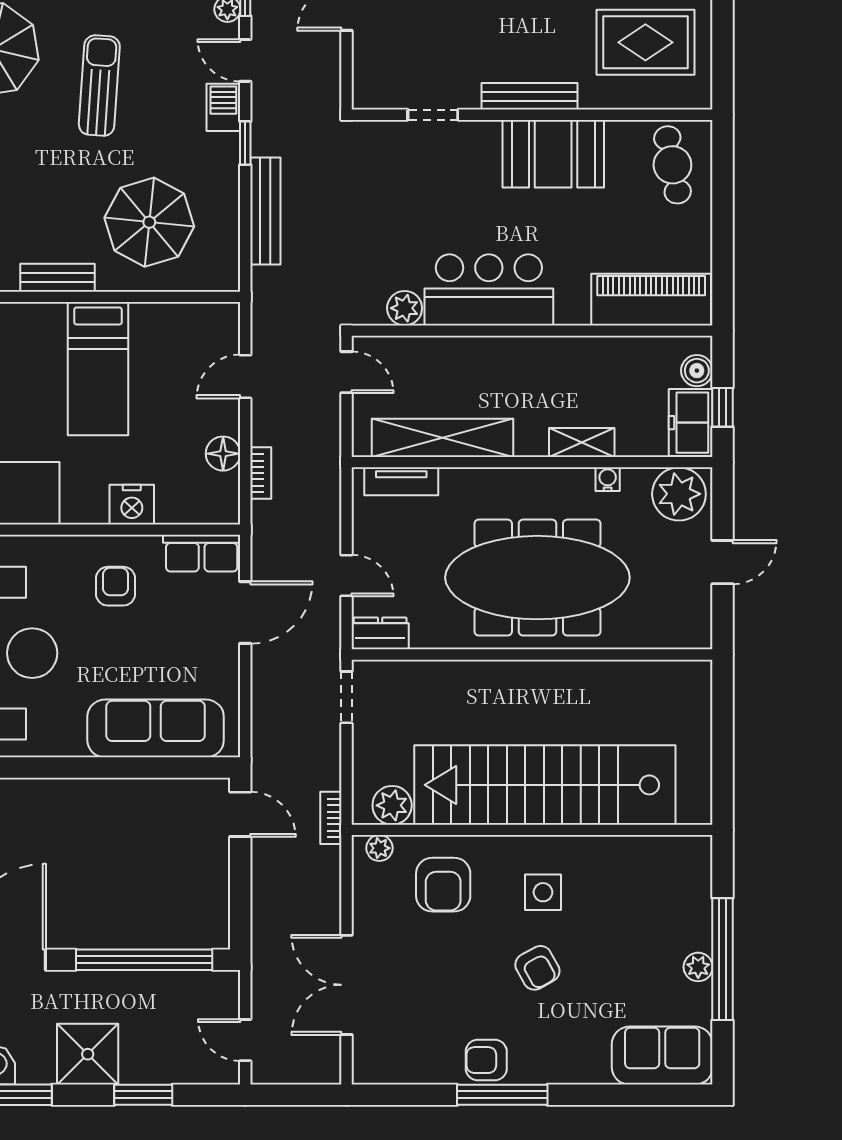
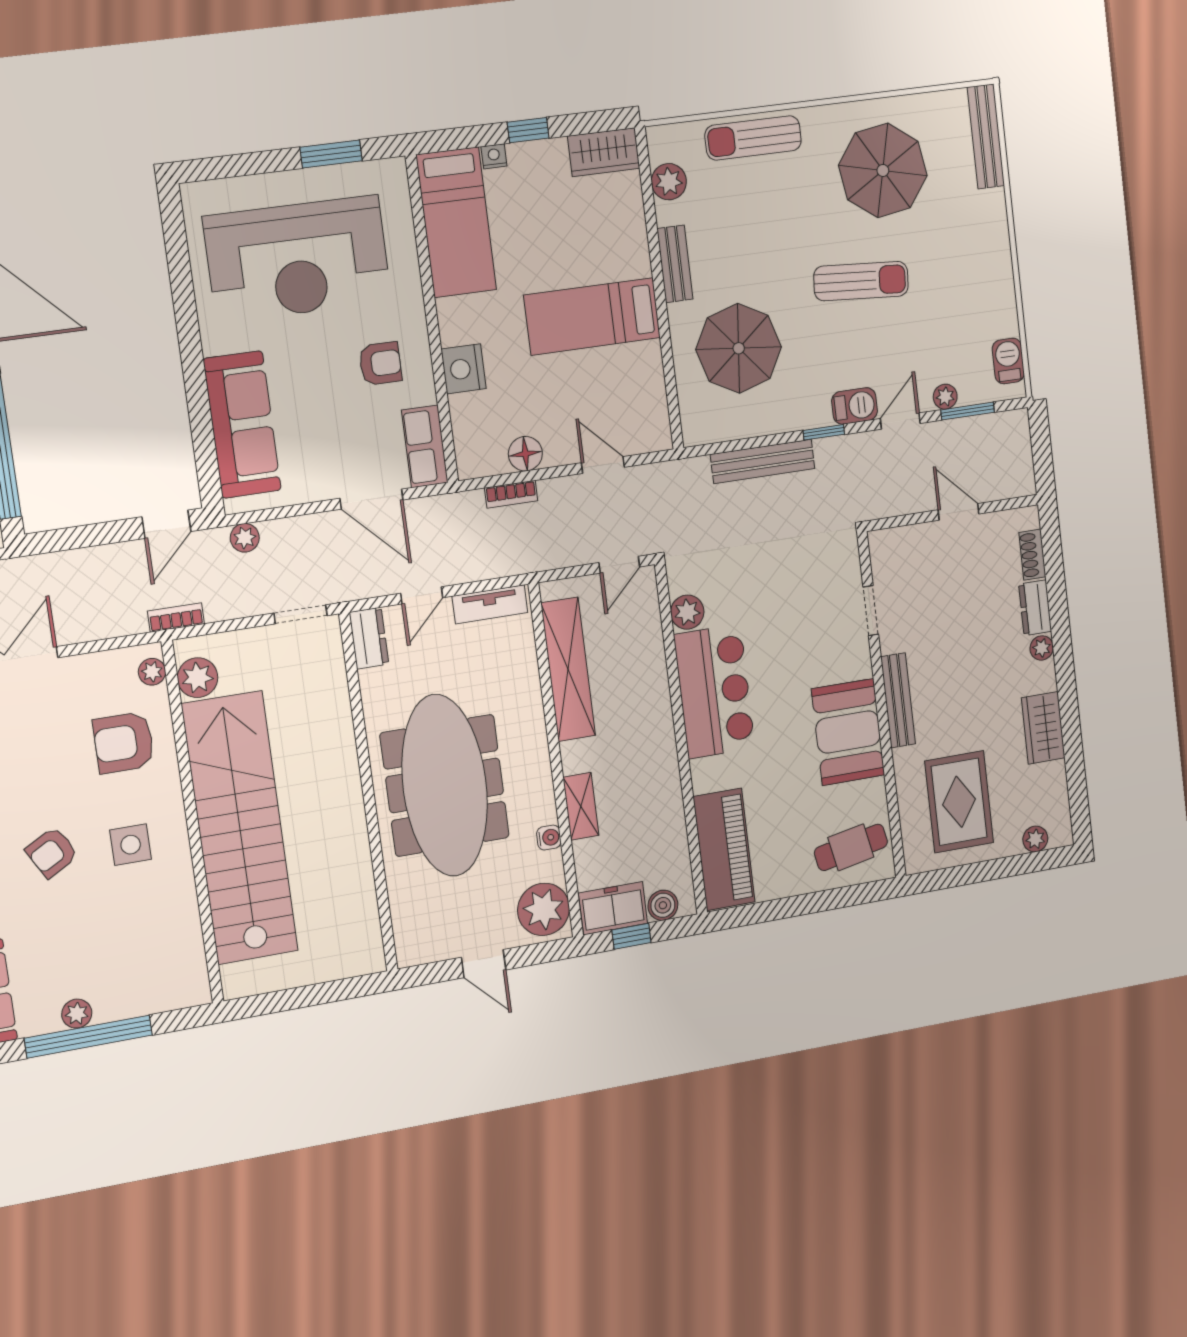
tv unit: (401, 481) -> (490, 604), moved, turned -90
plant: (264, 741) -> (245, 538), added

